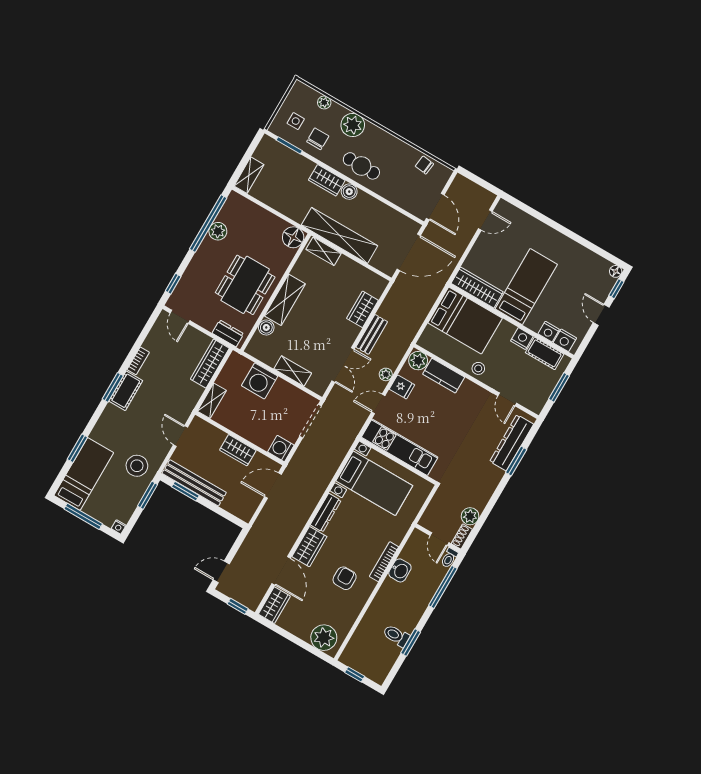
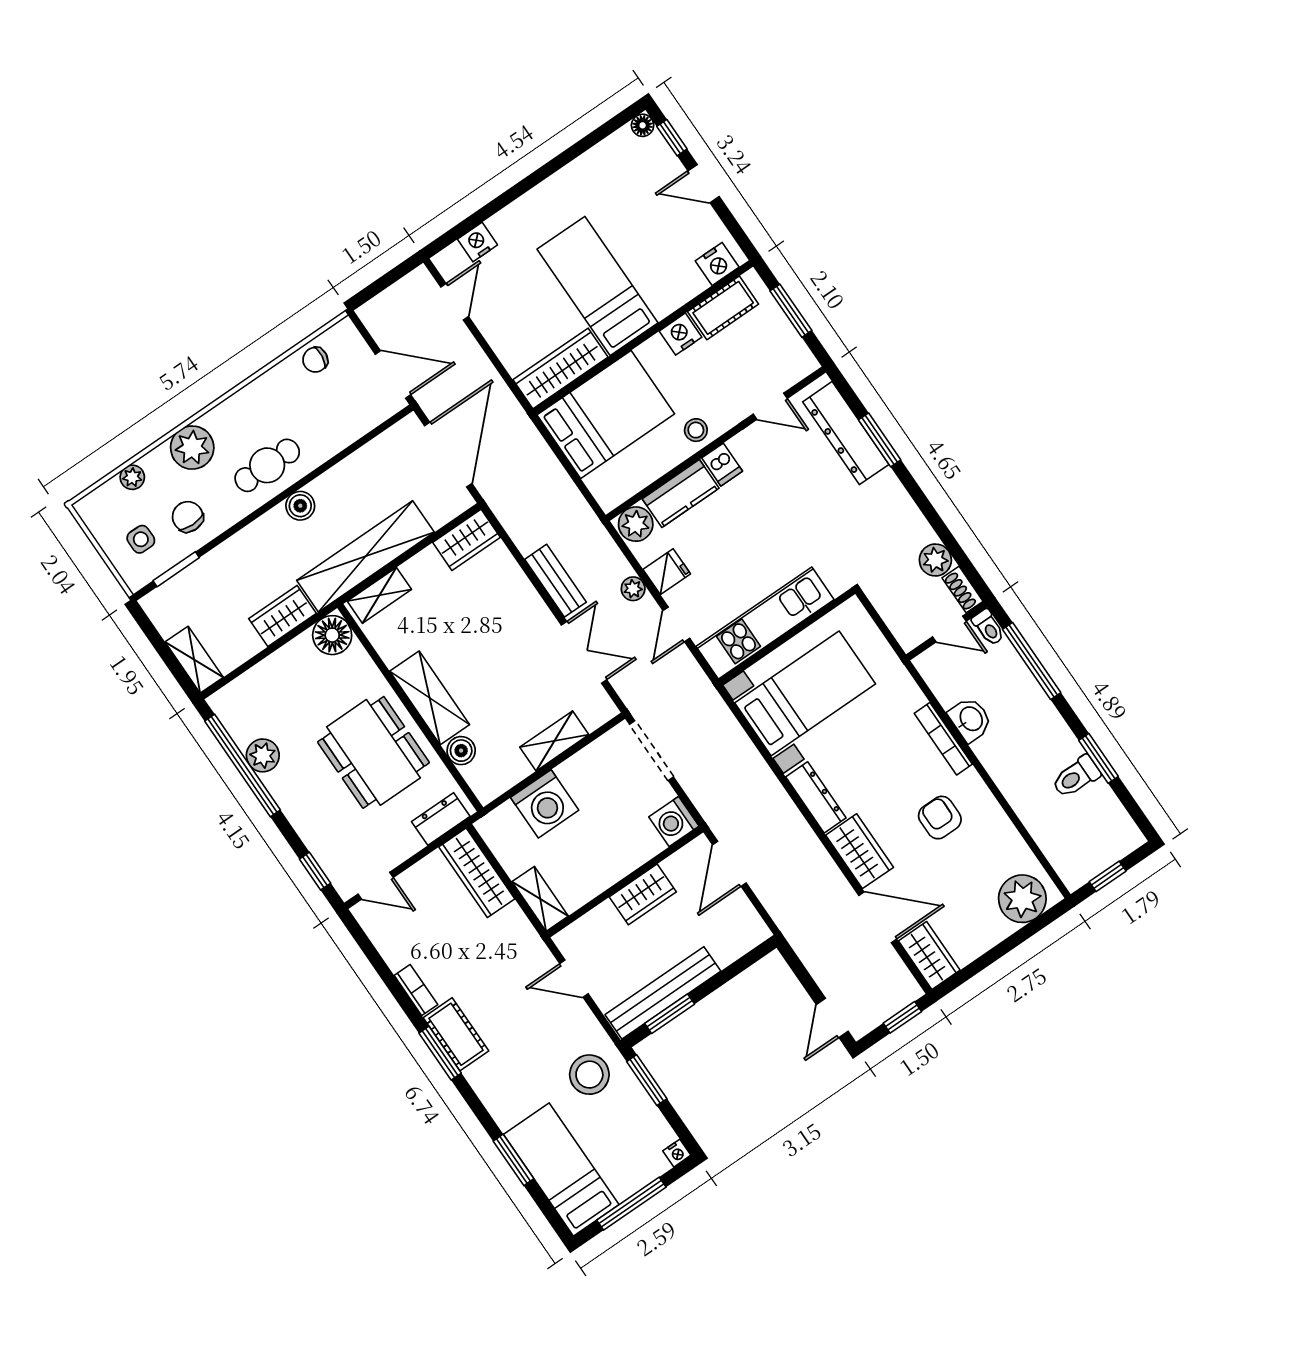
wardrobe: (327, 180) -> (282, 616), moved, turned 180
wardrobe: (362, 309) -> (467, 540), moved, turned -90
nightstand: (549, 332) -> (477, 242), moved, turned 180
dishwasher: (467, 389) -> (722, 465), added

